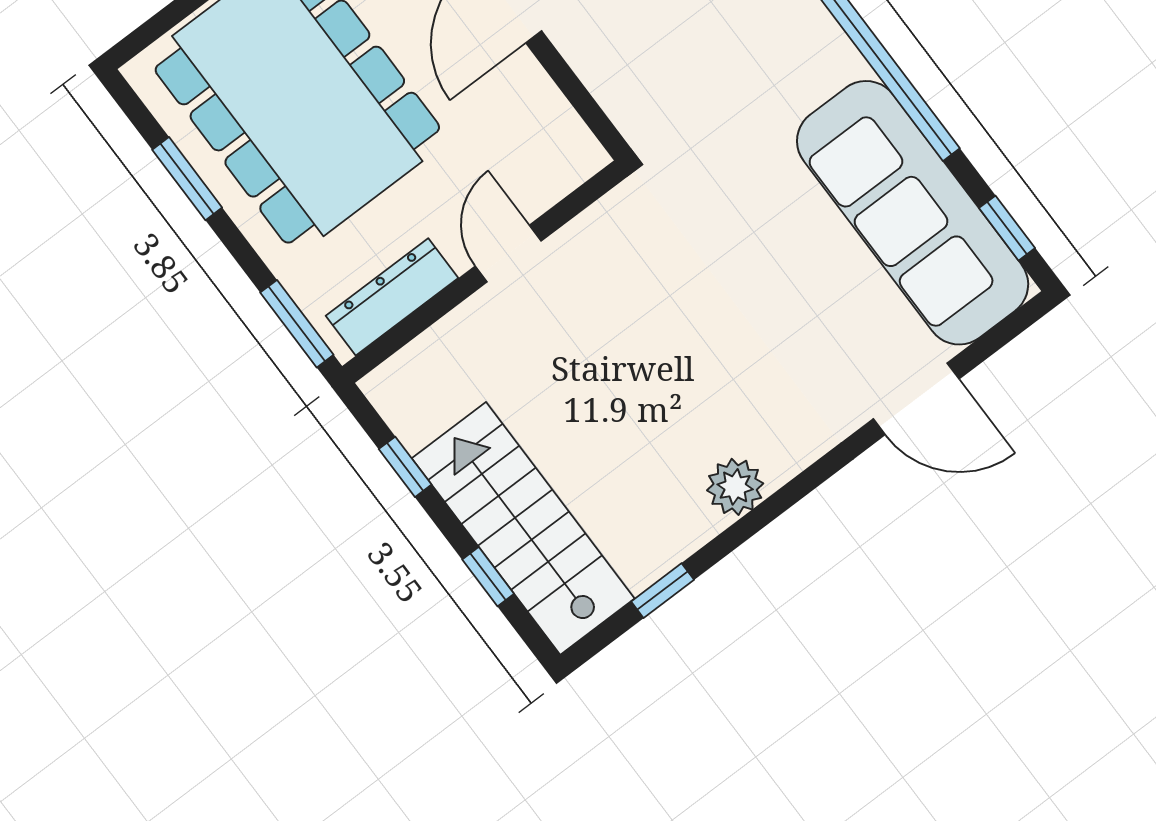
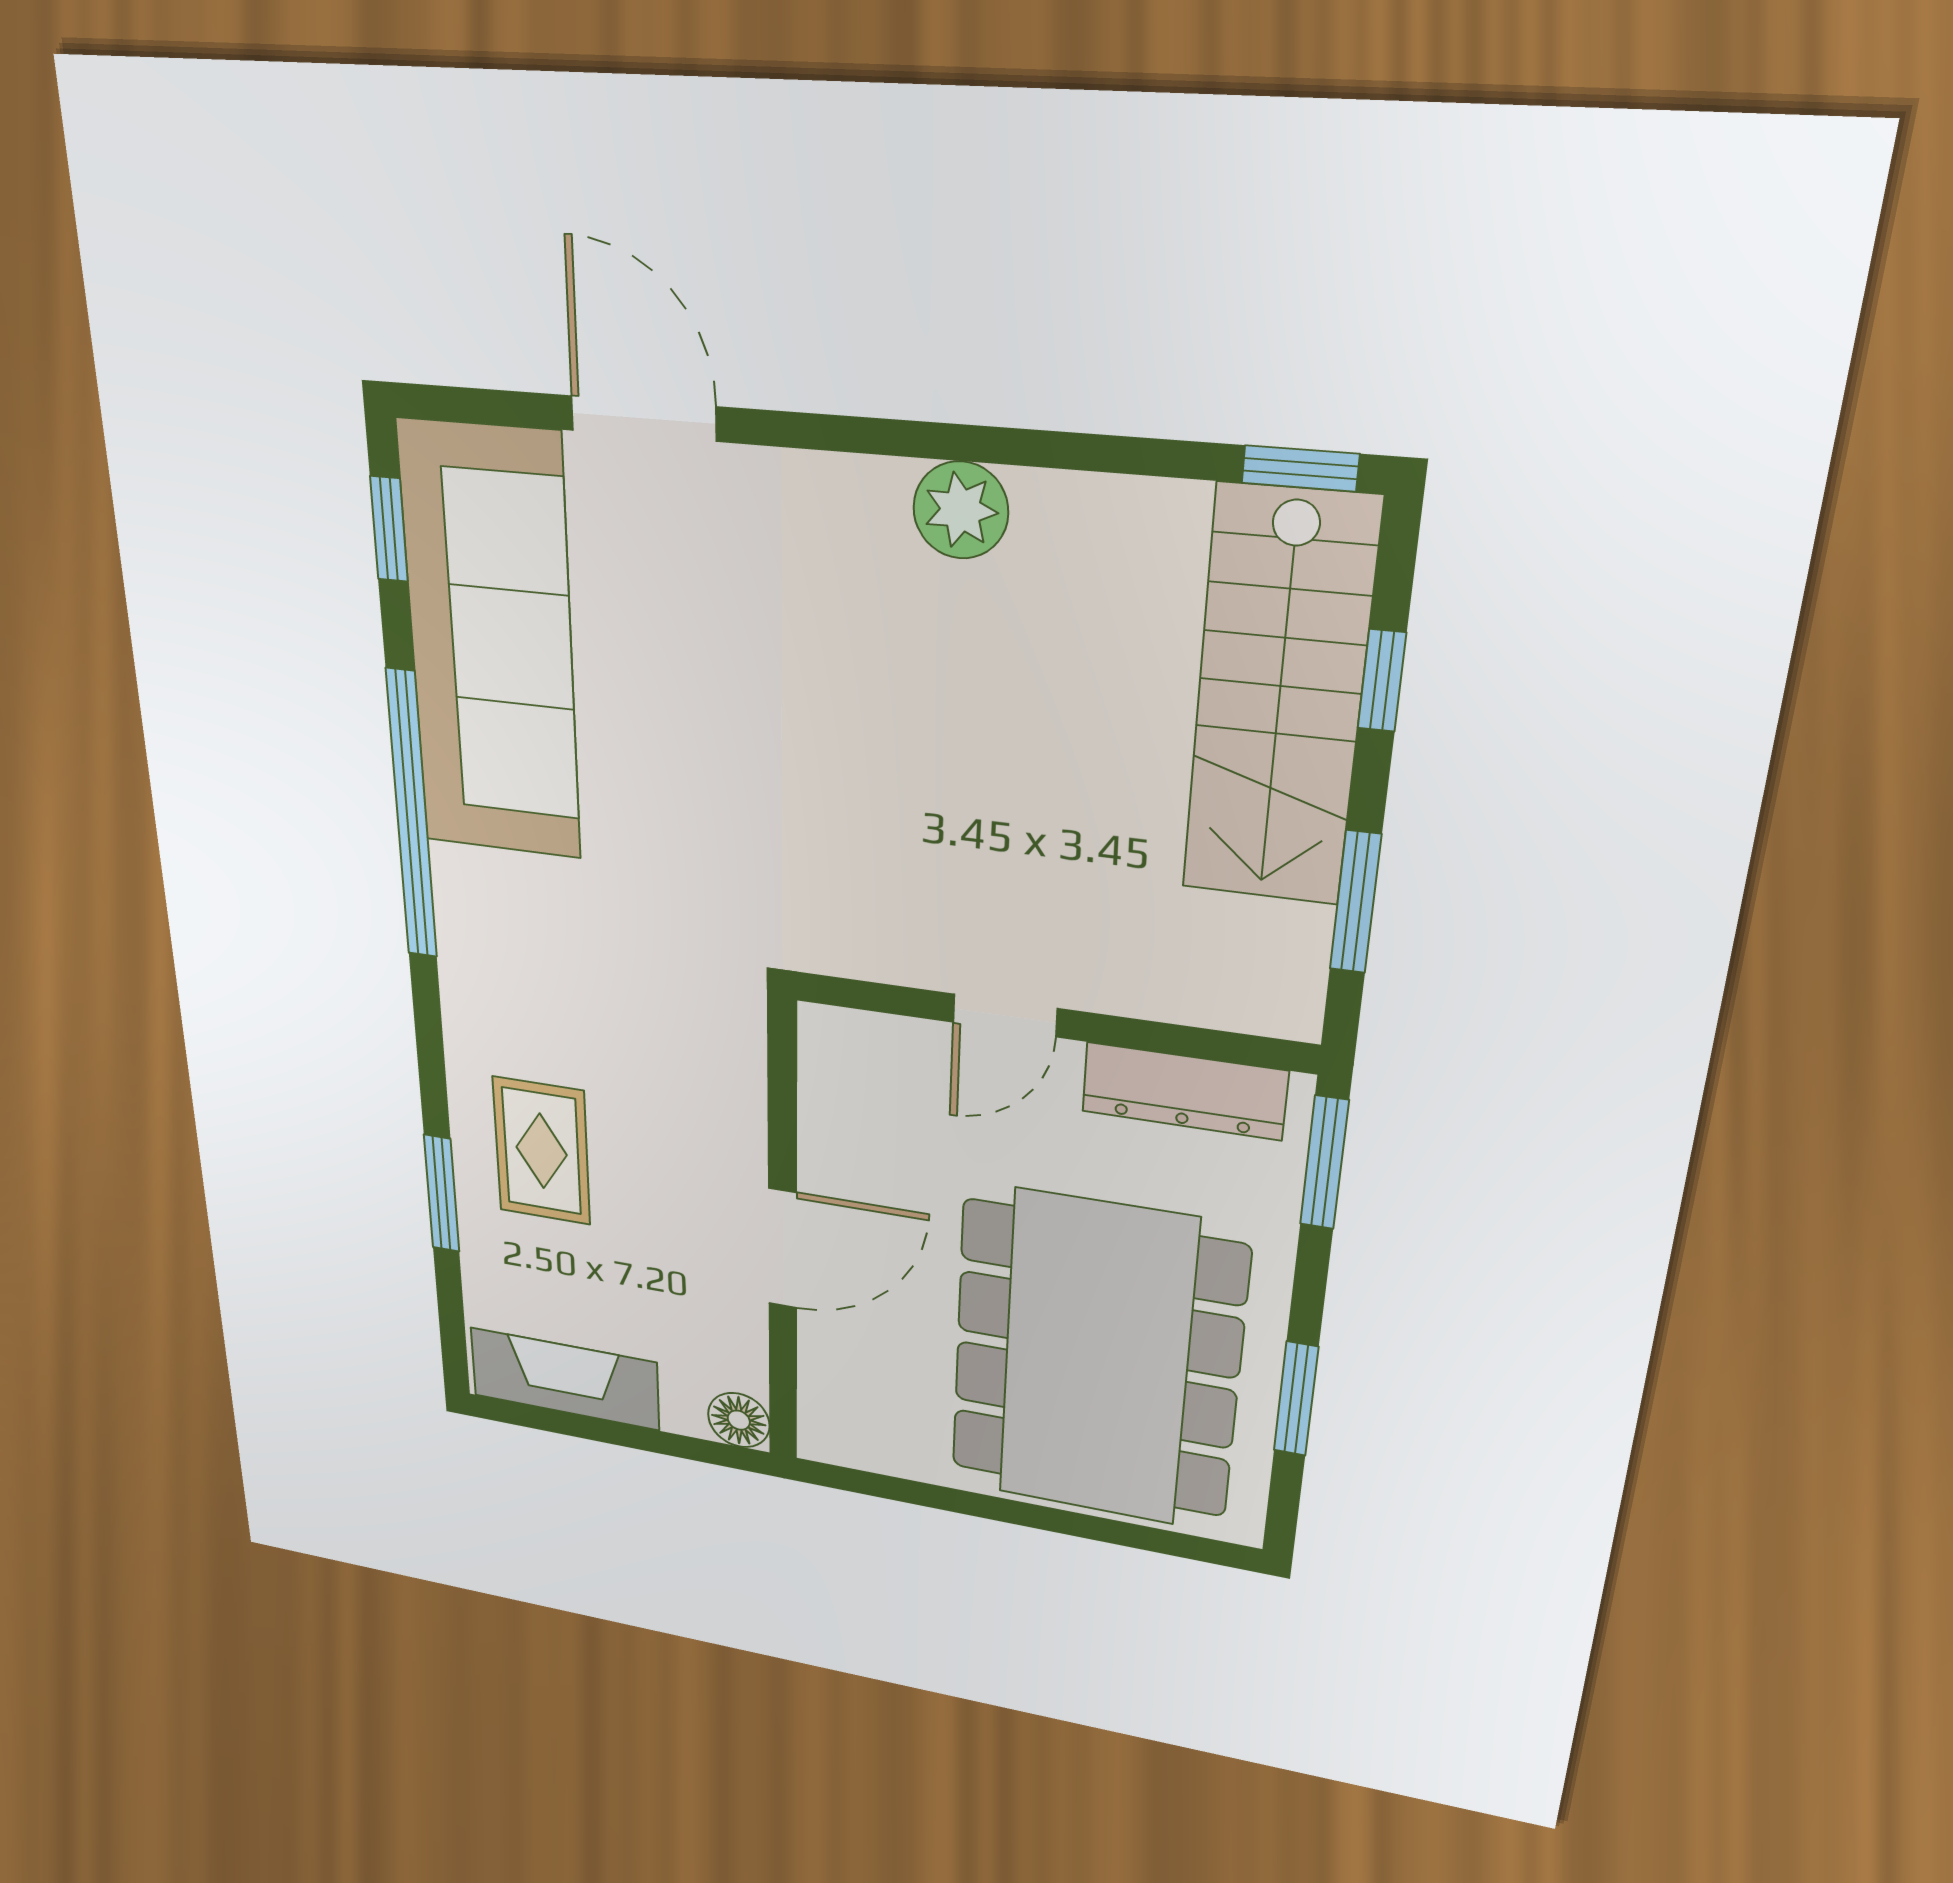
window: (405, 467) -> (1355, 902), width x1.50
window: (663, 591) -> (1300, 468), moved

